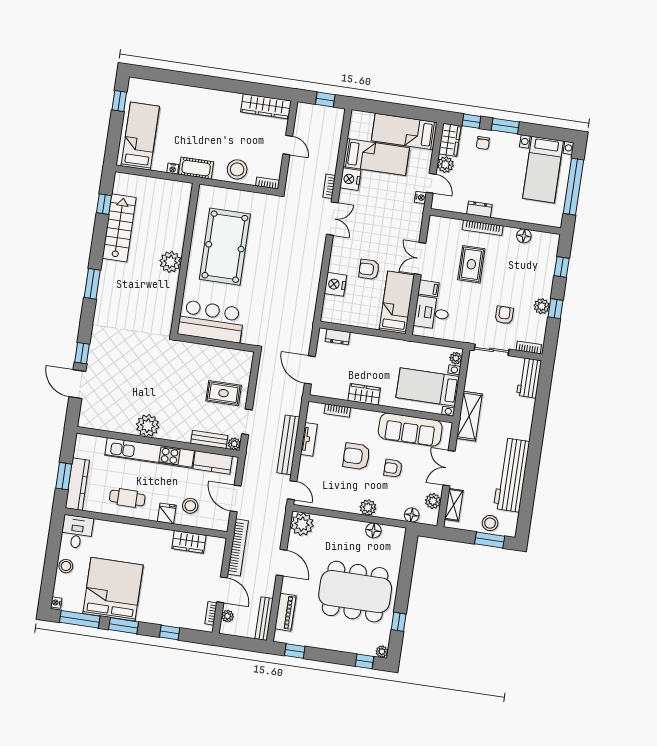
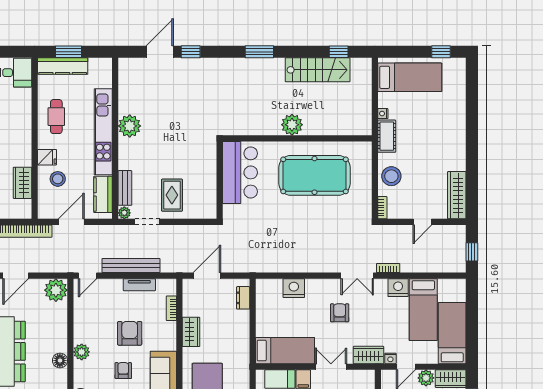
wardrobe: (414, 219) -> (368, 355), added
armchair: (369, 269) -> (340, 313), moved

